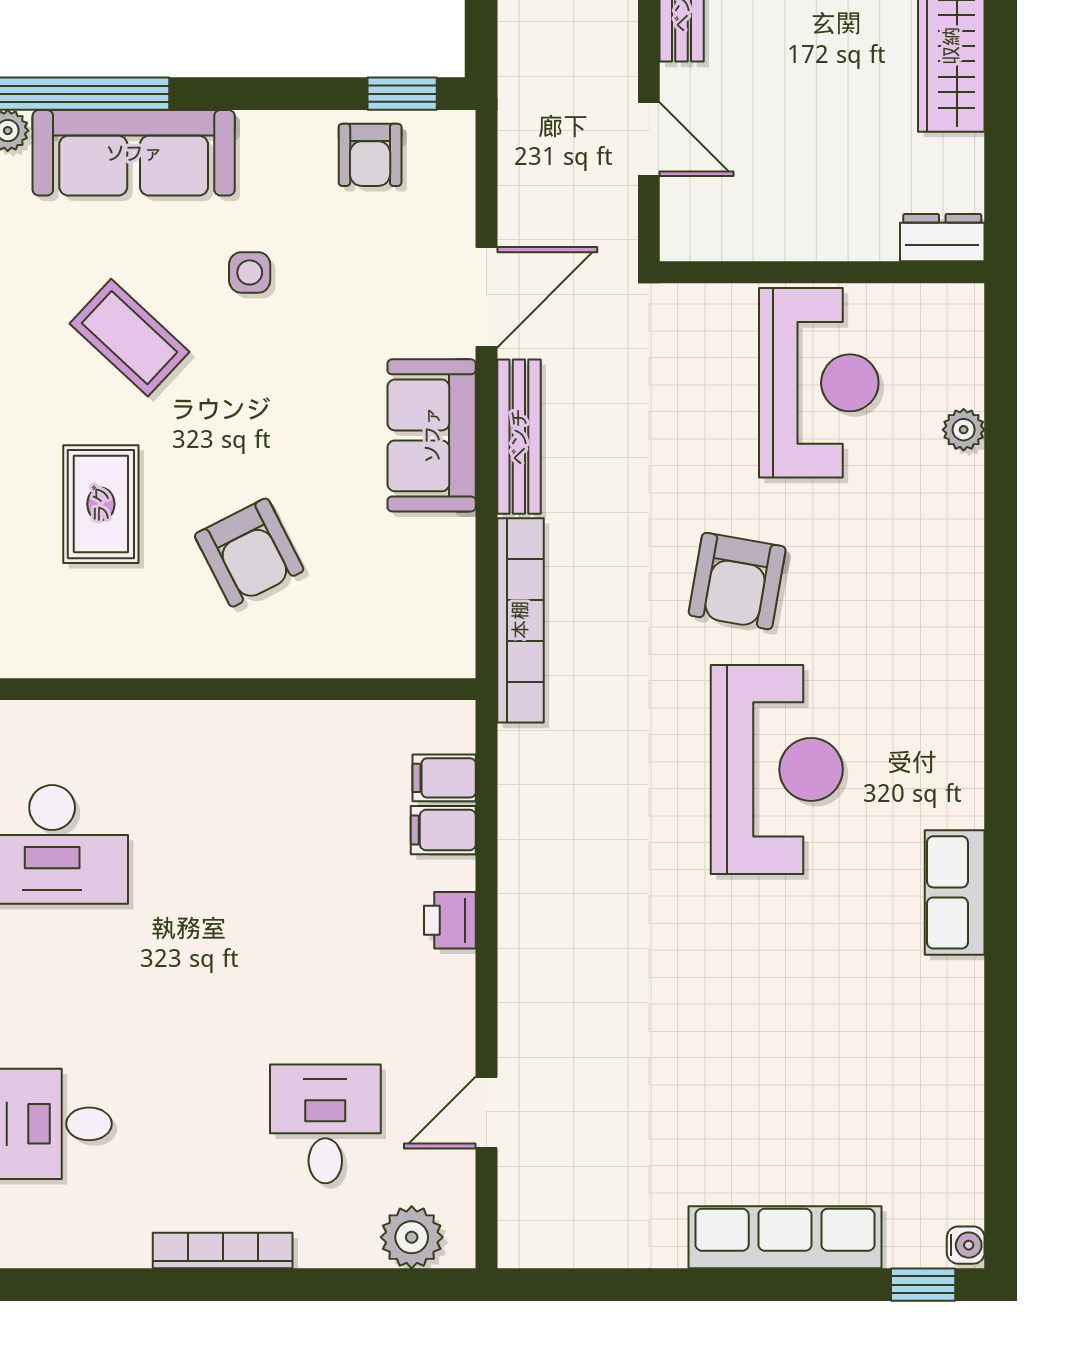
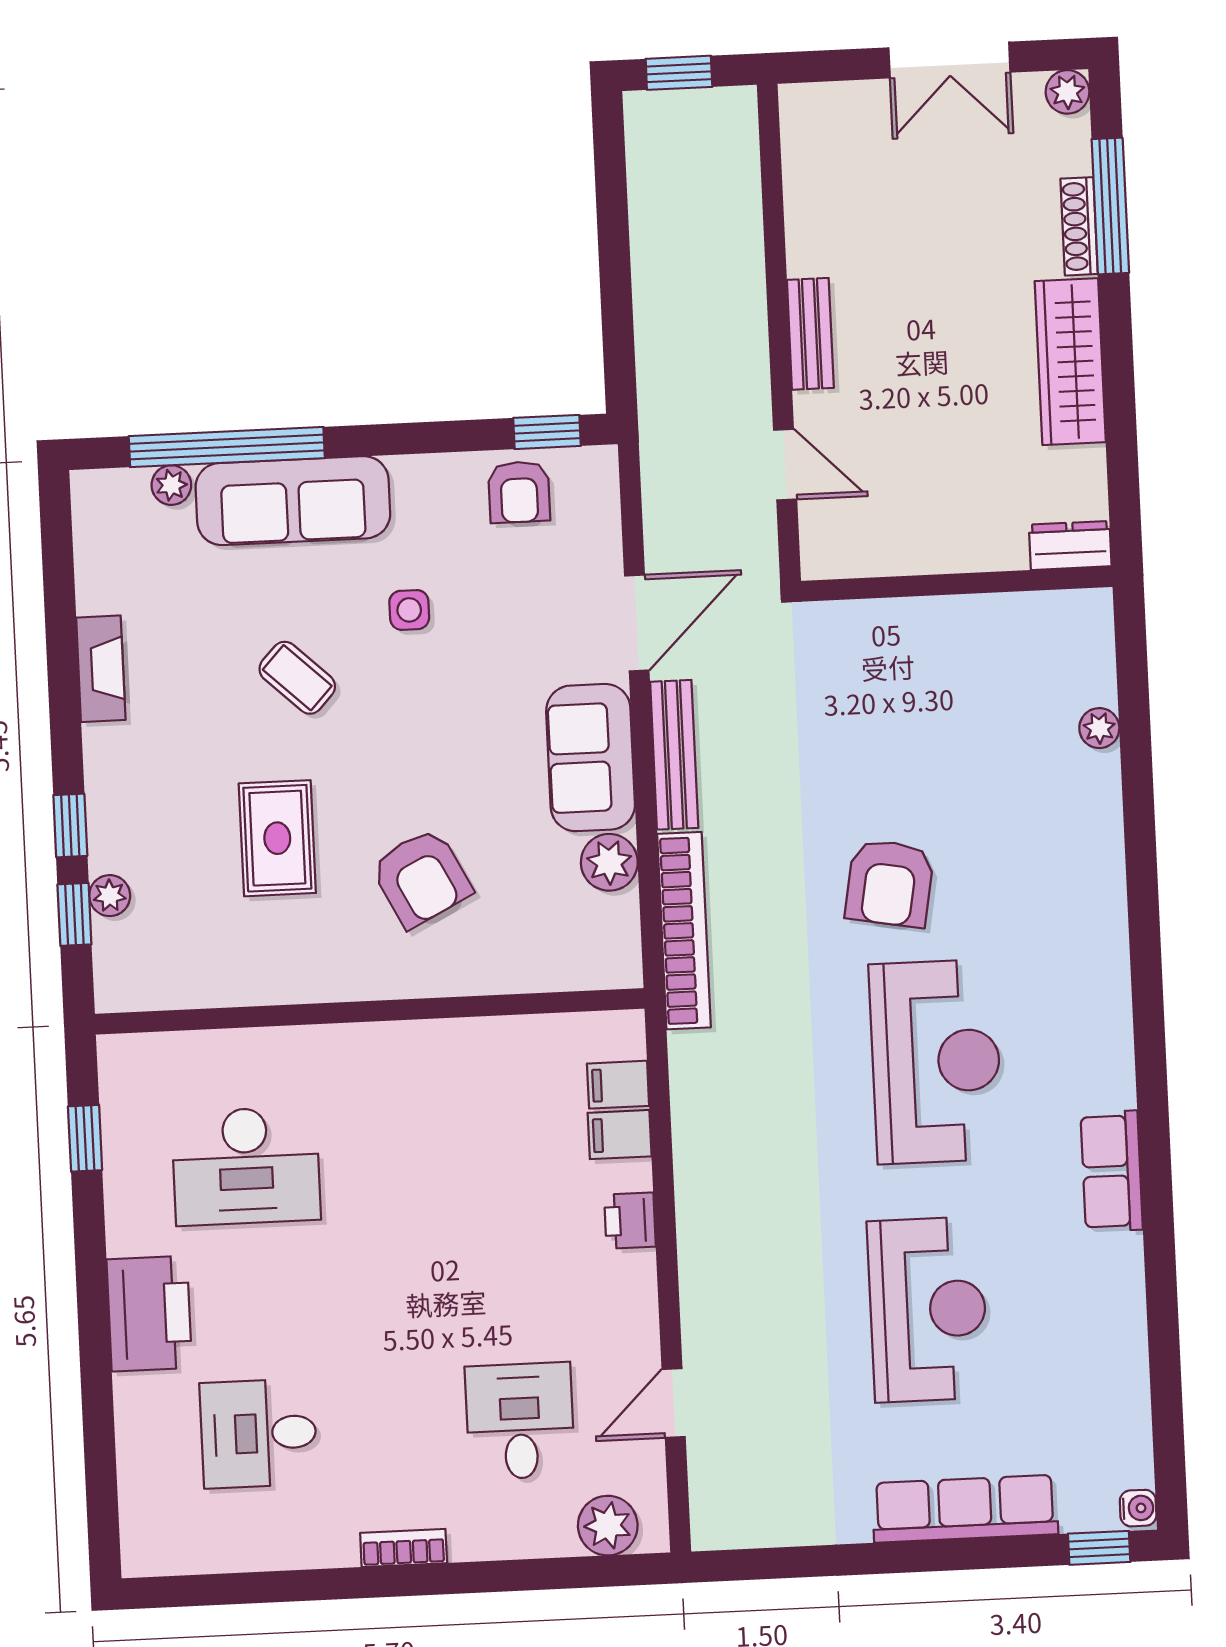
coffee table: (130, 338) -> (297, 678), width x0.73, depth x0.77
reception desk: (819, 383) -> (928, 1310), moved
plant: (446, 546) -> (609, 862), added
bookcase: (223, 1251) -> (404, 1548), width x0.64

